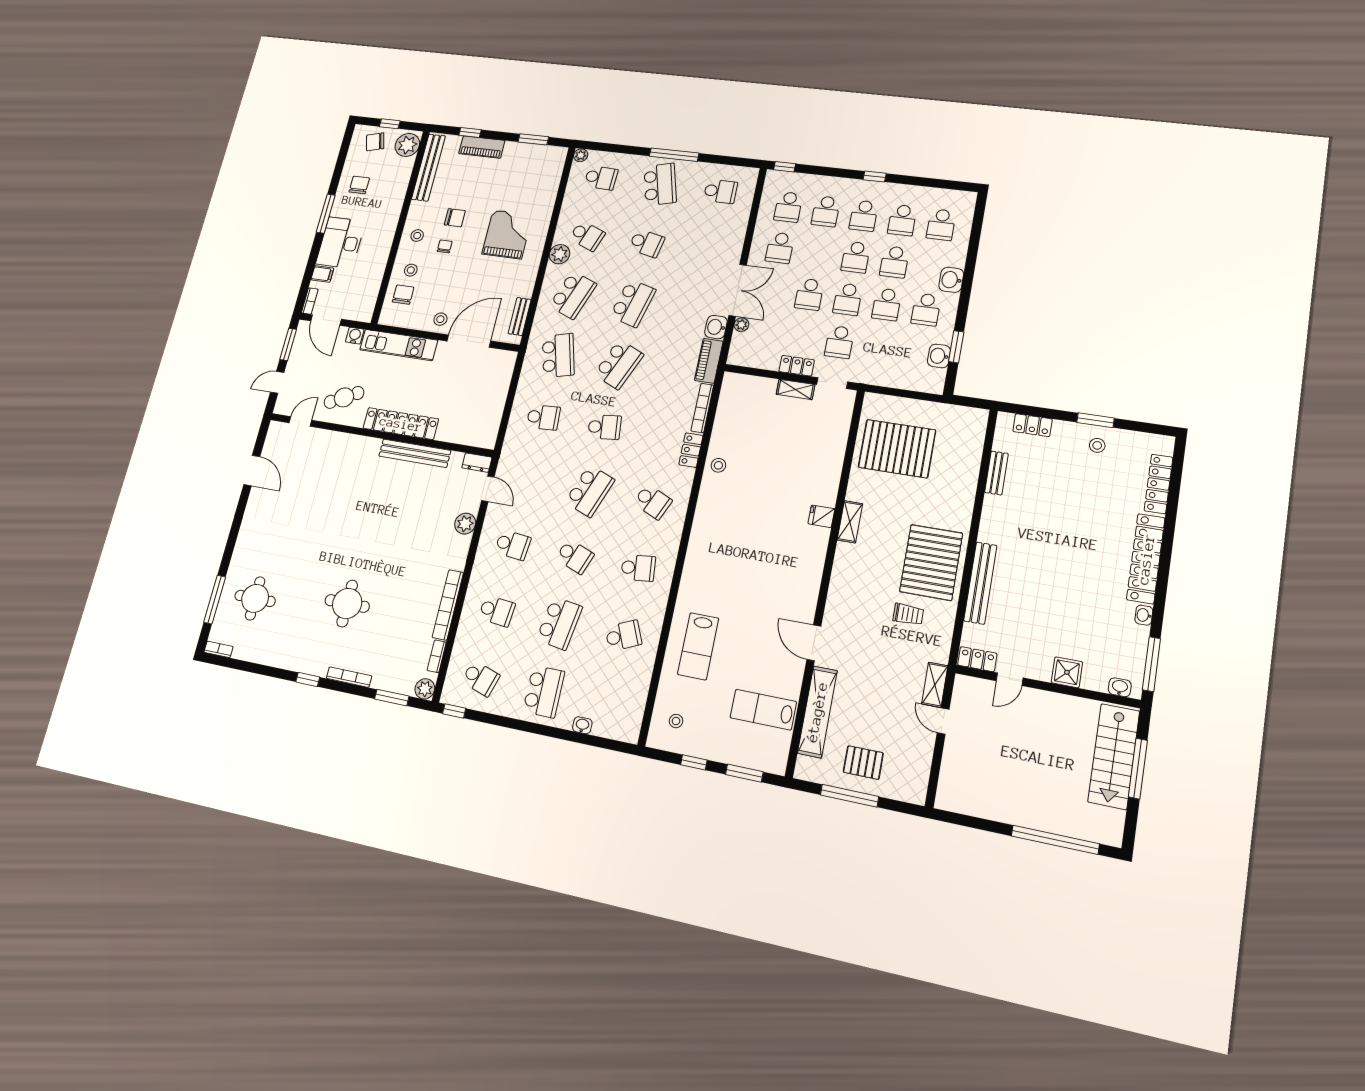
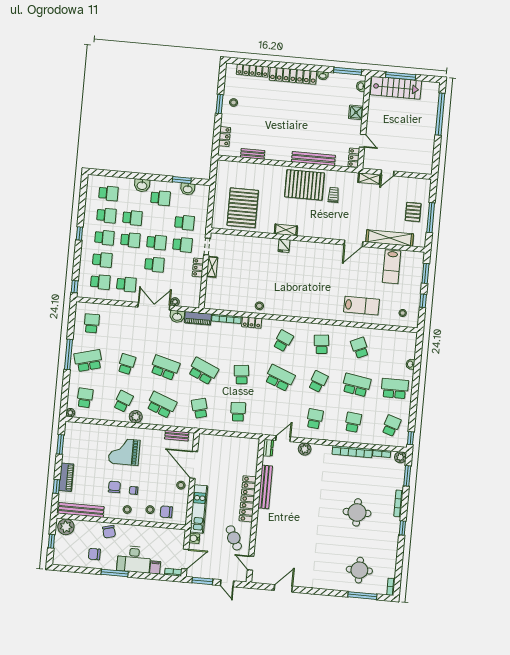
chair: (375, 142) -> (109, 532), moved
school desk: (887, 304) -> (184, 223), moved
school desk: (558, 356) -> (200, 408), width x0.54

